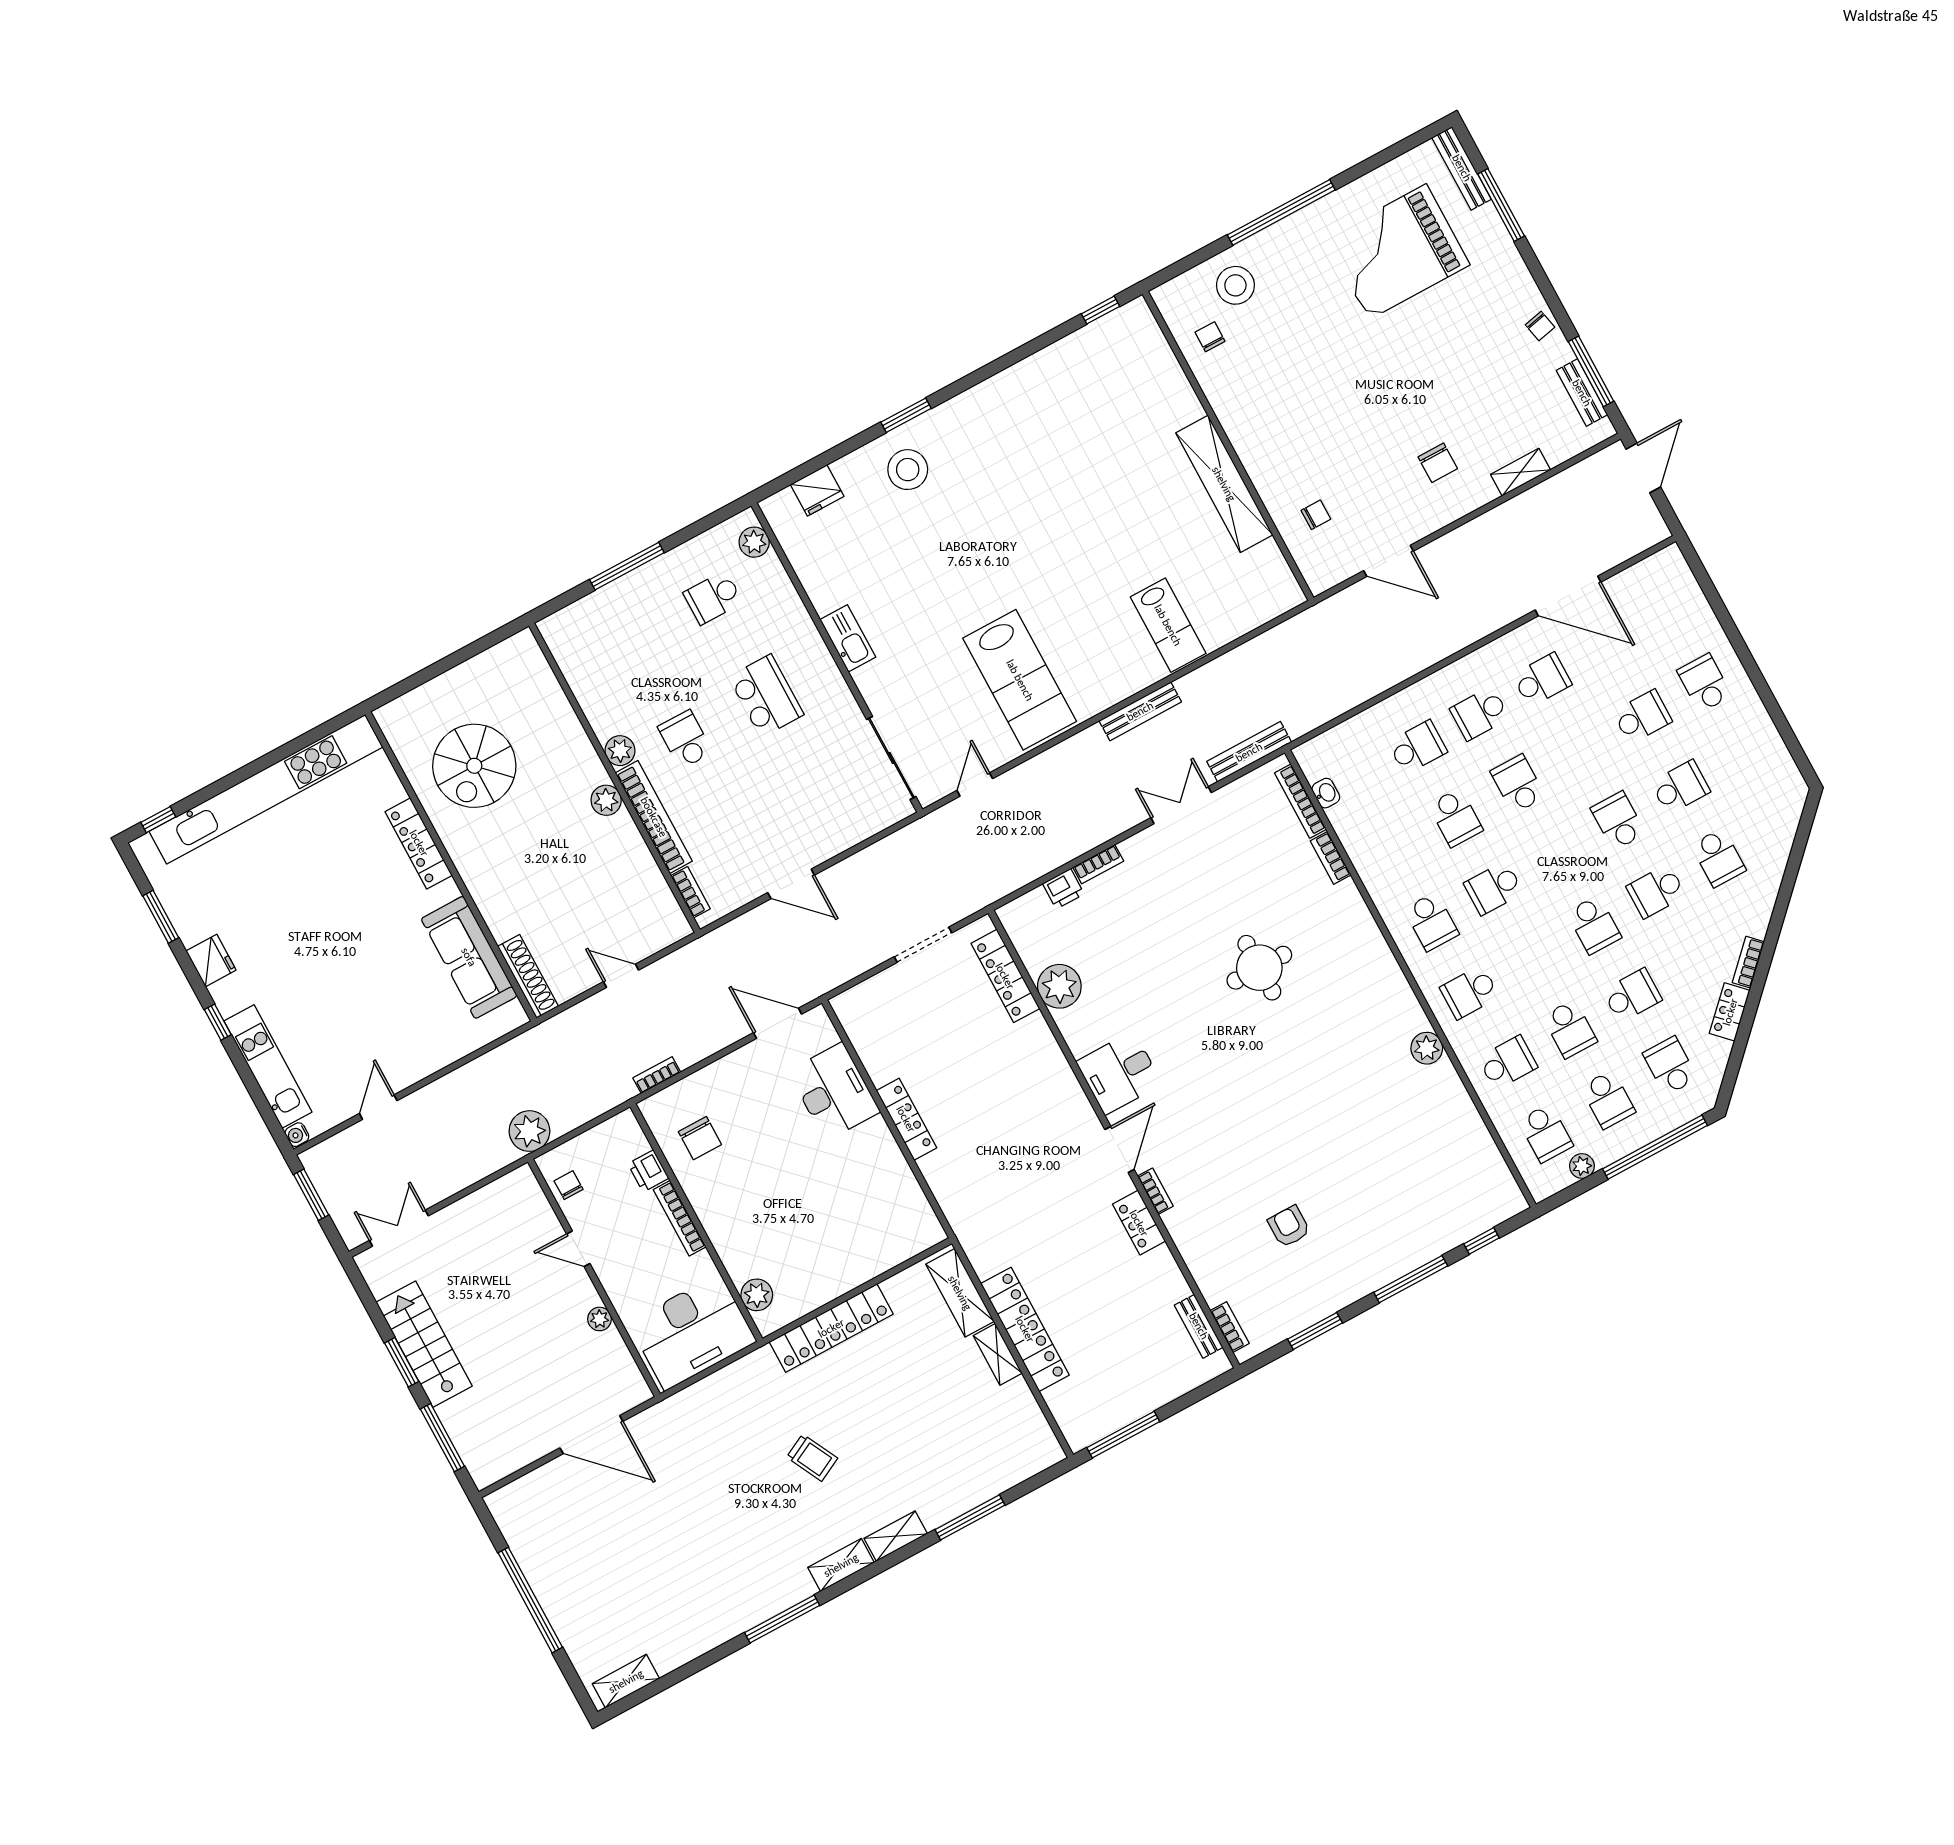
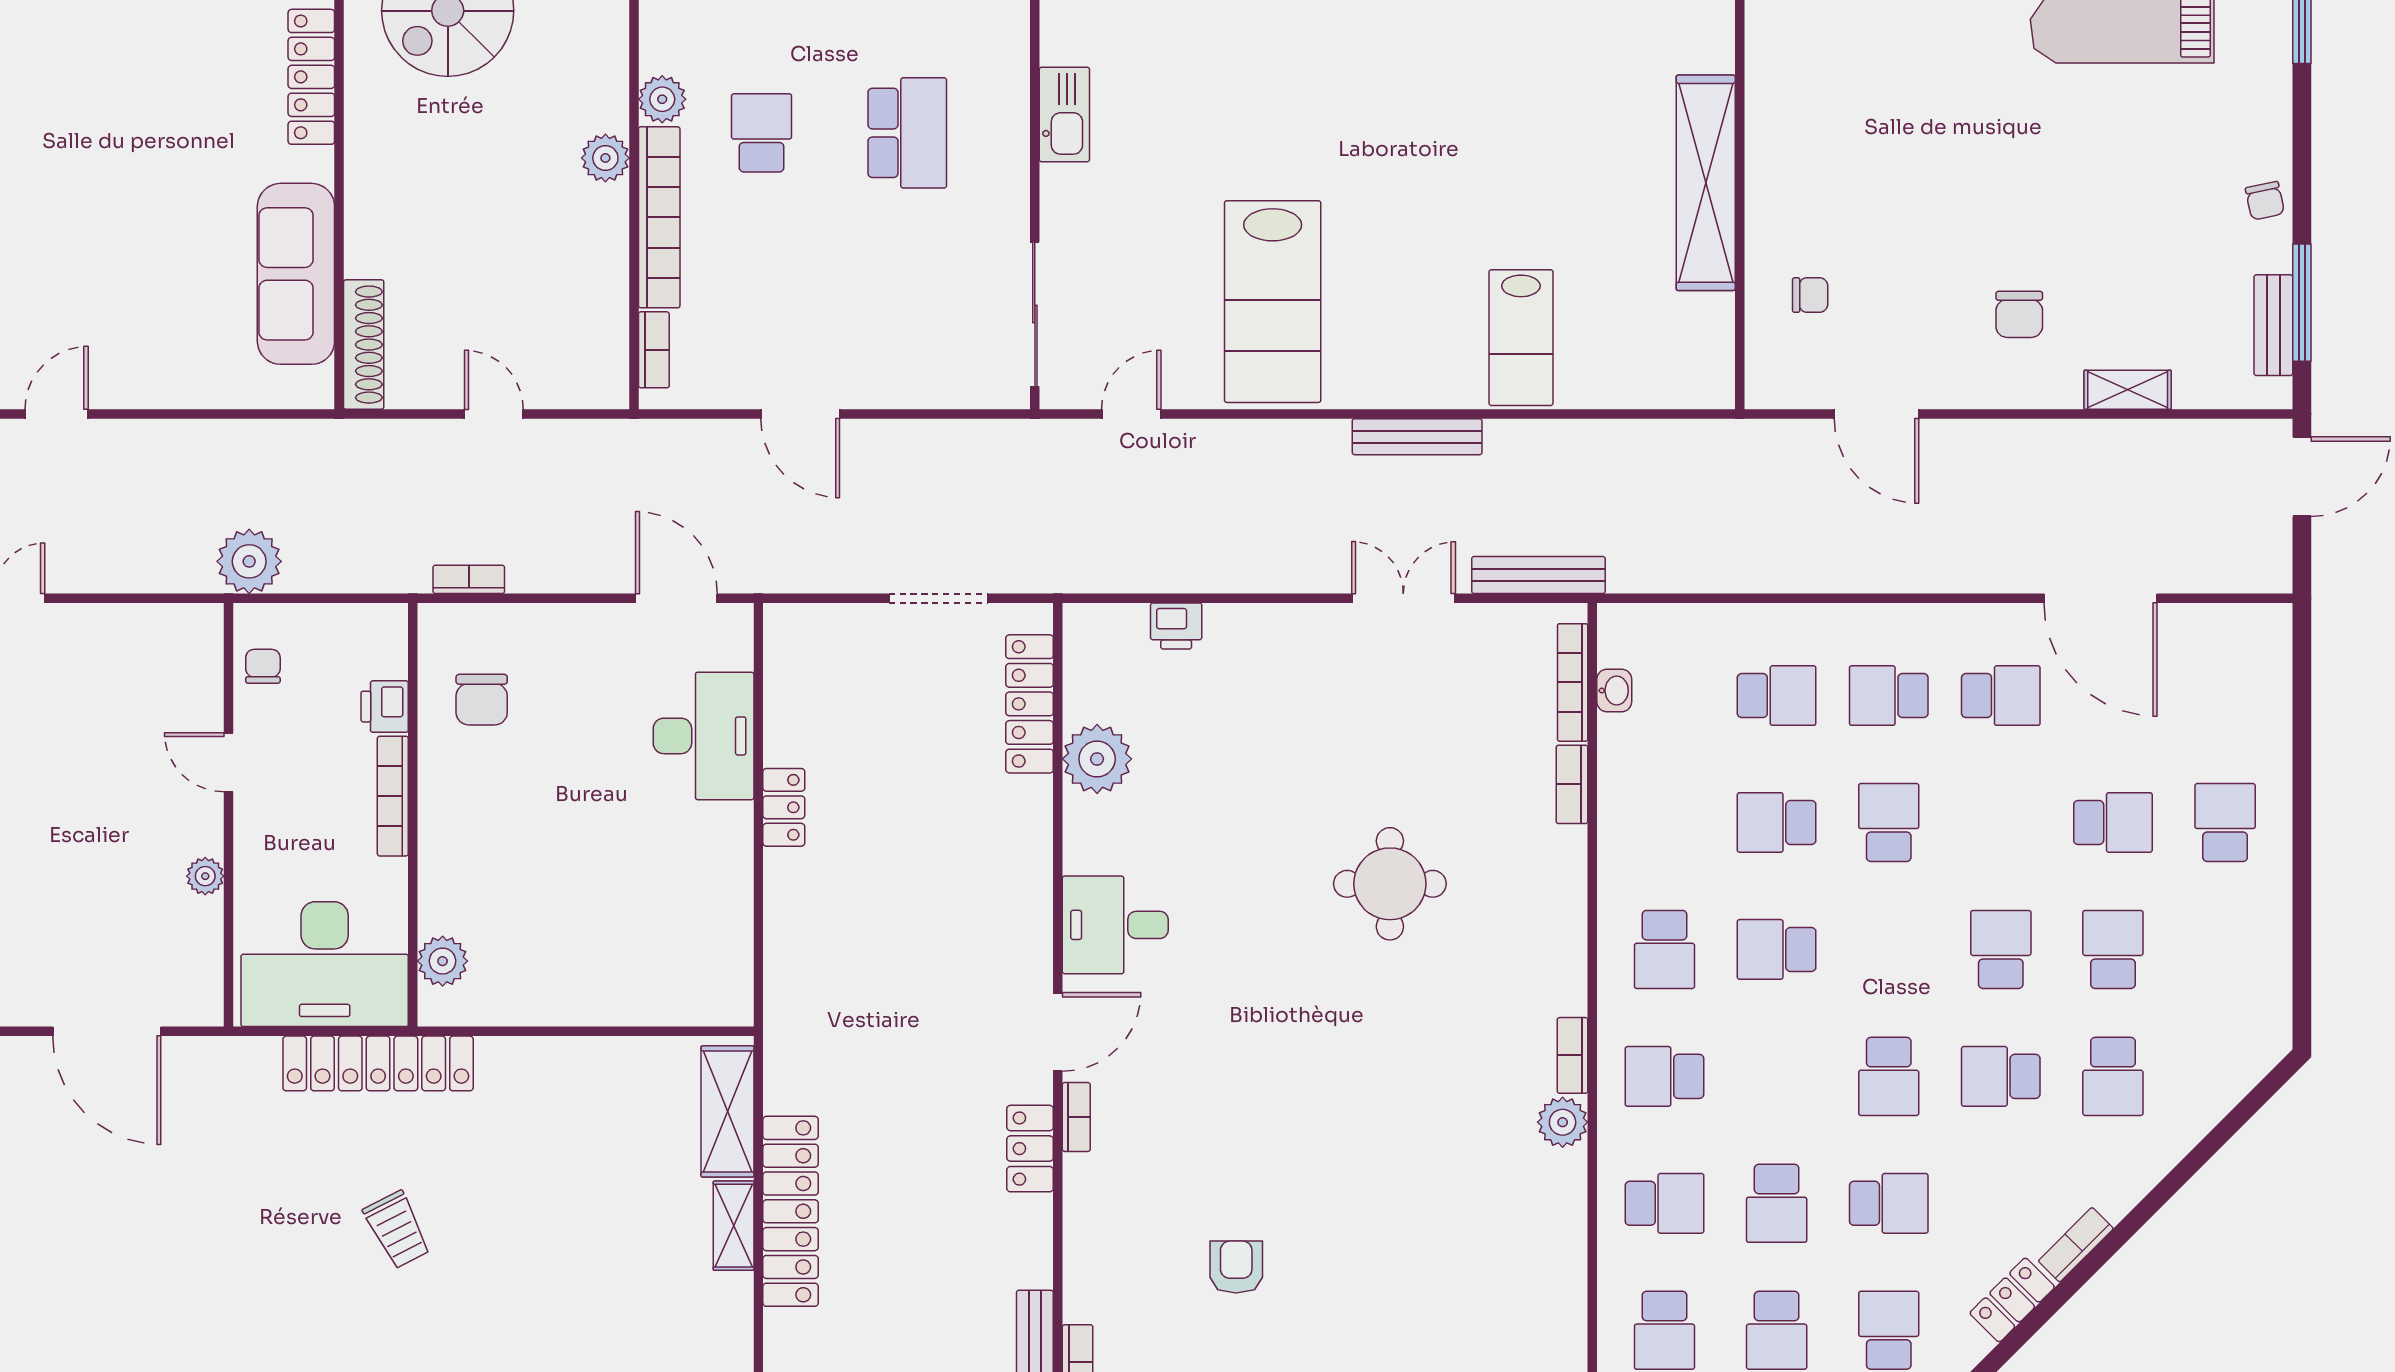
school desk: (1680, 787) -> (2113, 949), turned -90
school desk: (1456, 818) -> (1777, 822), turned 90
bookcase: (1098, 864) -> (1573, 1055), moved, turned 90
locker: (906, 1119) -> (784, 807), width x0.66
locker: (831, 1328) -> (378, 1063), moved

